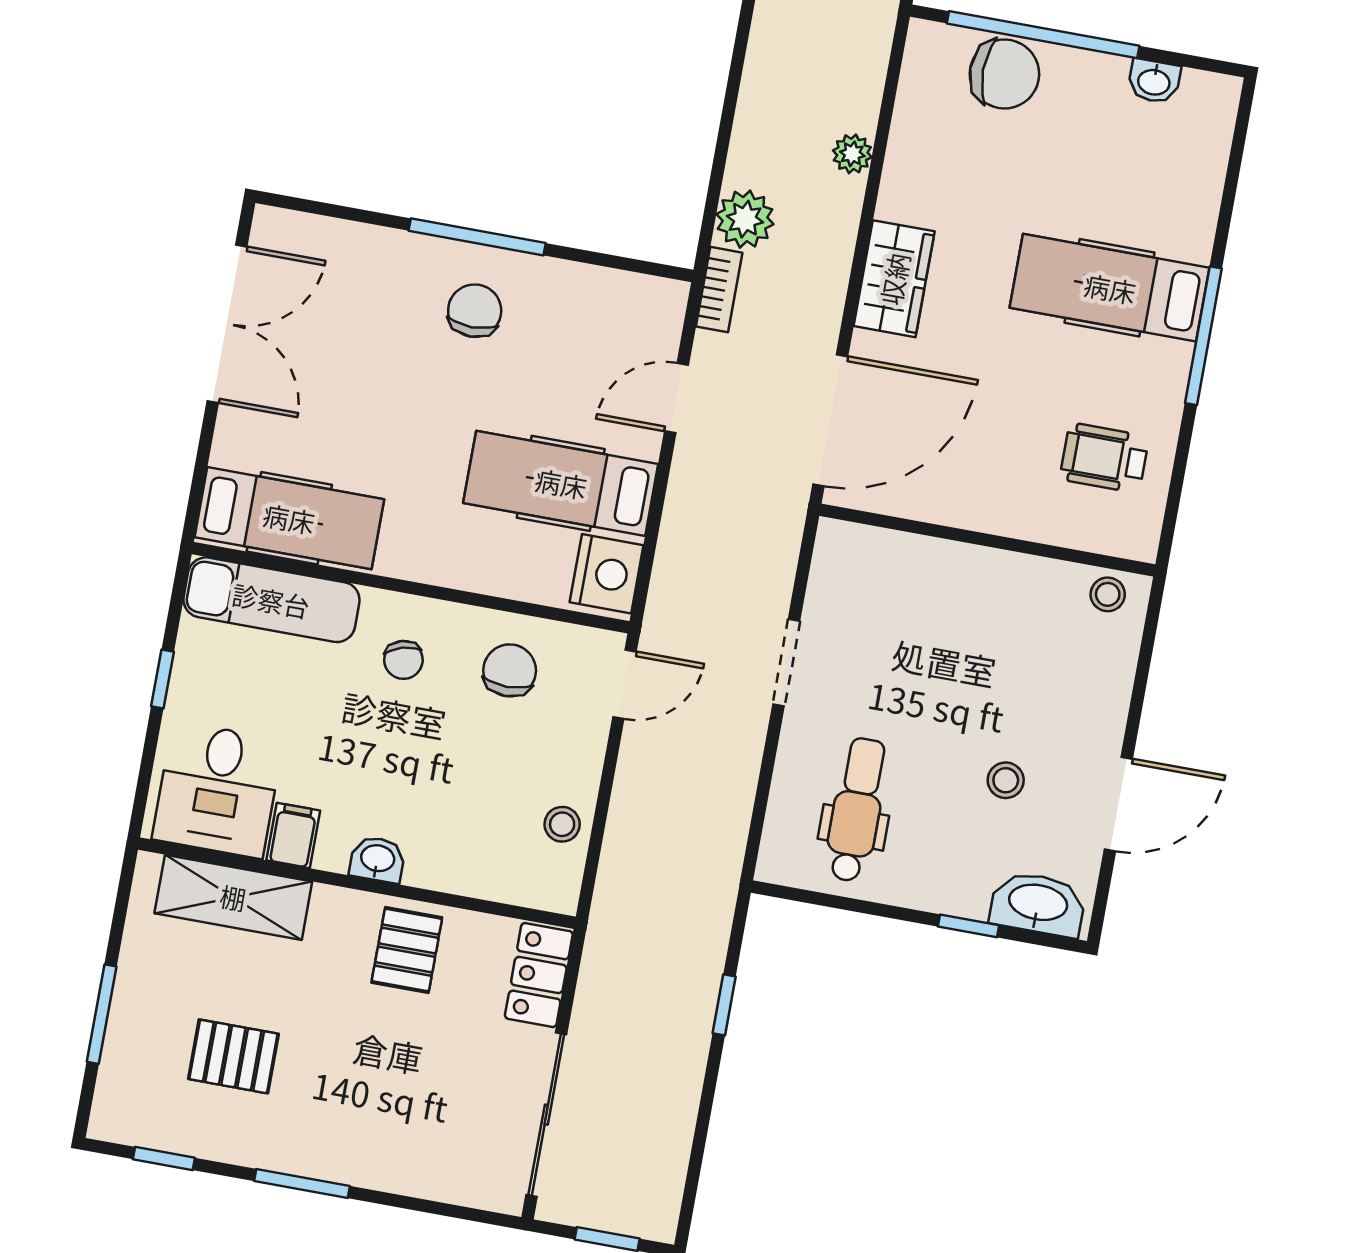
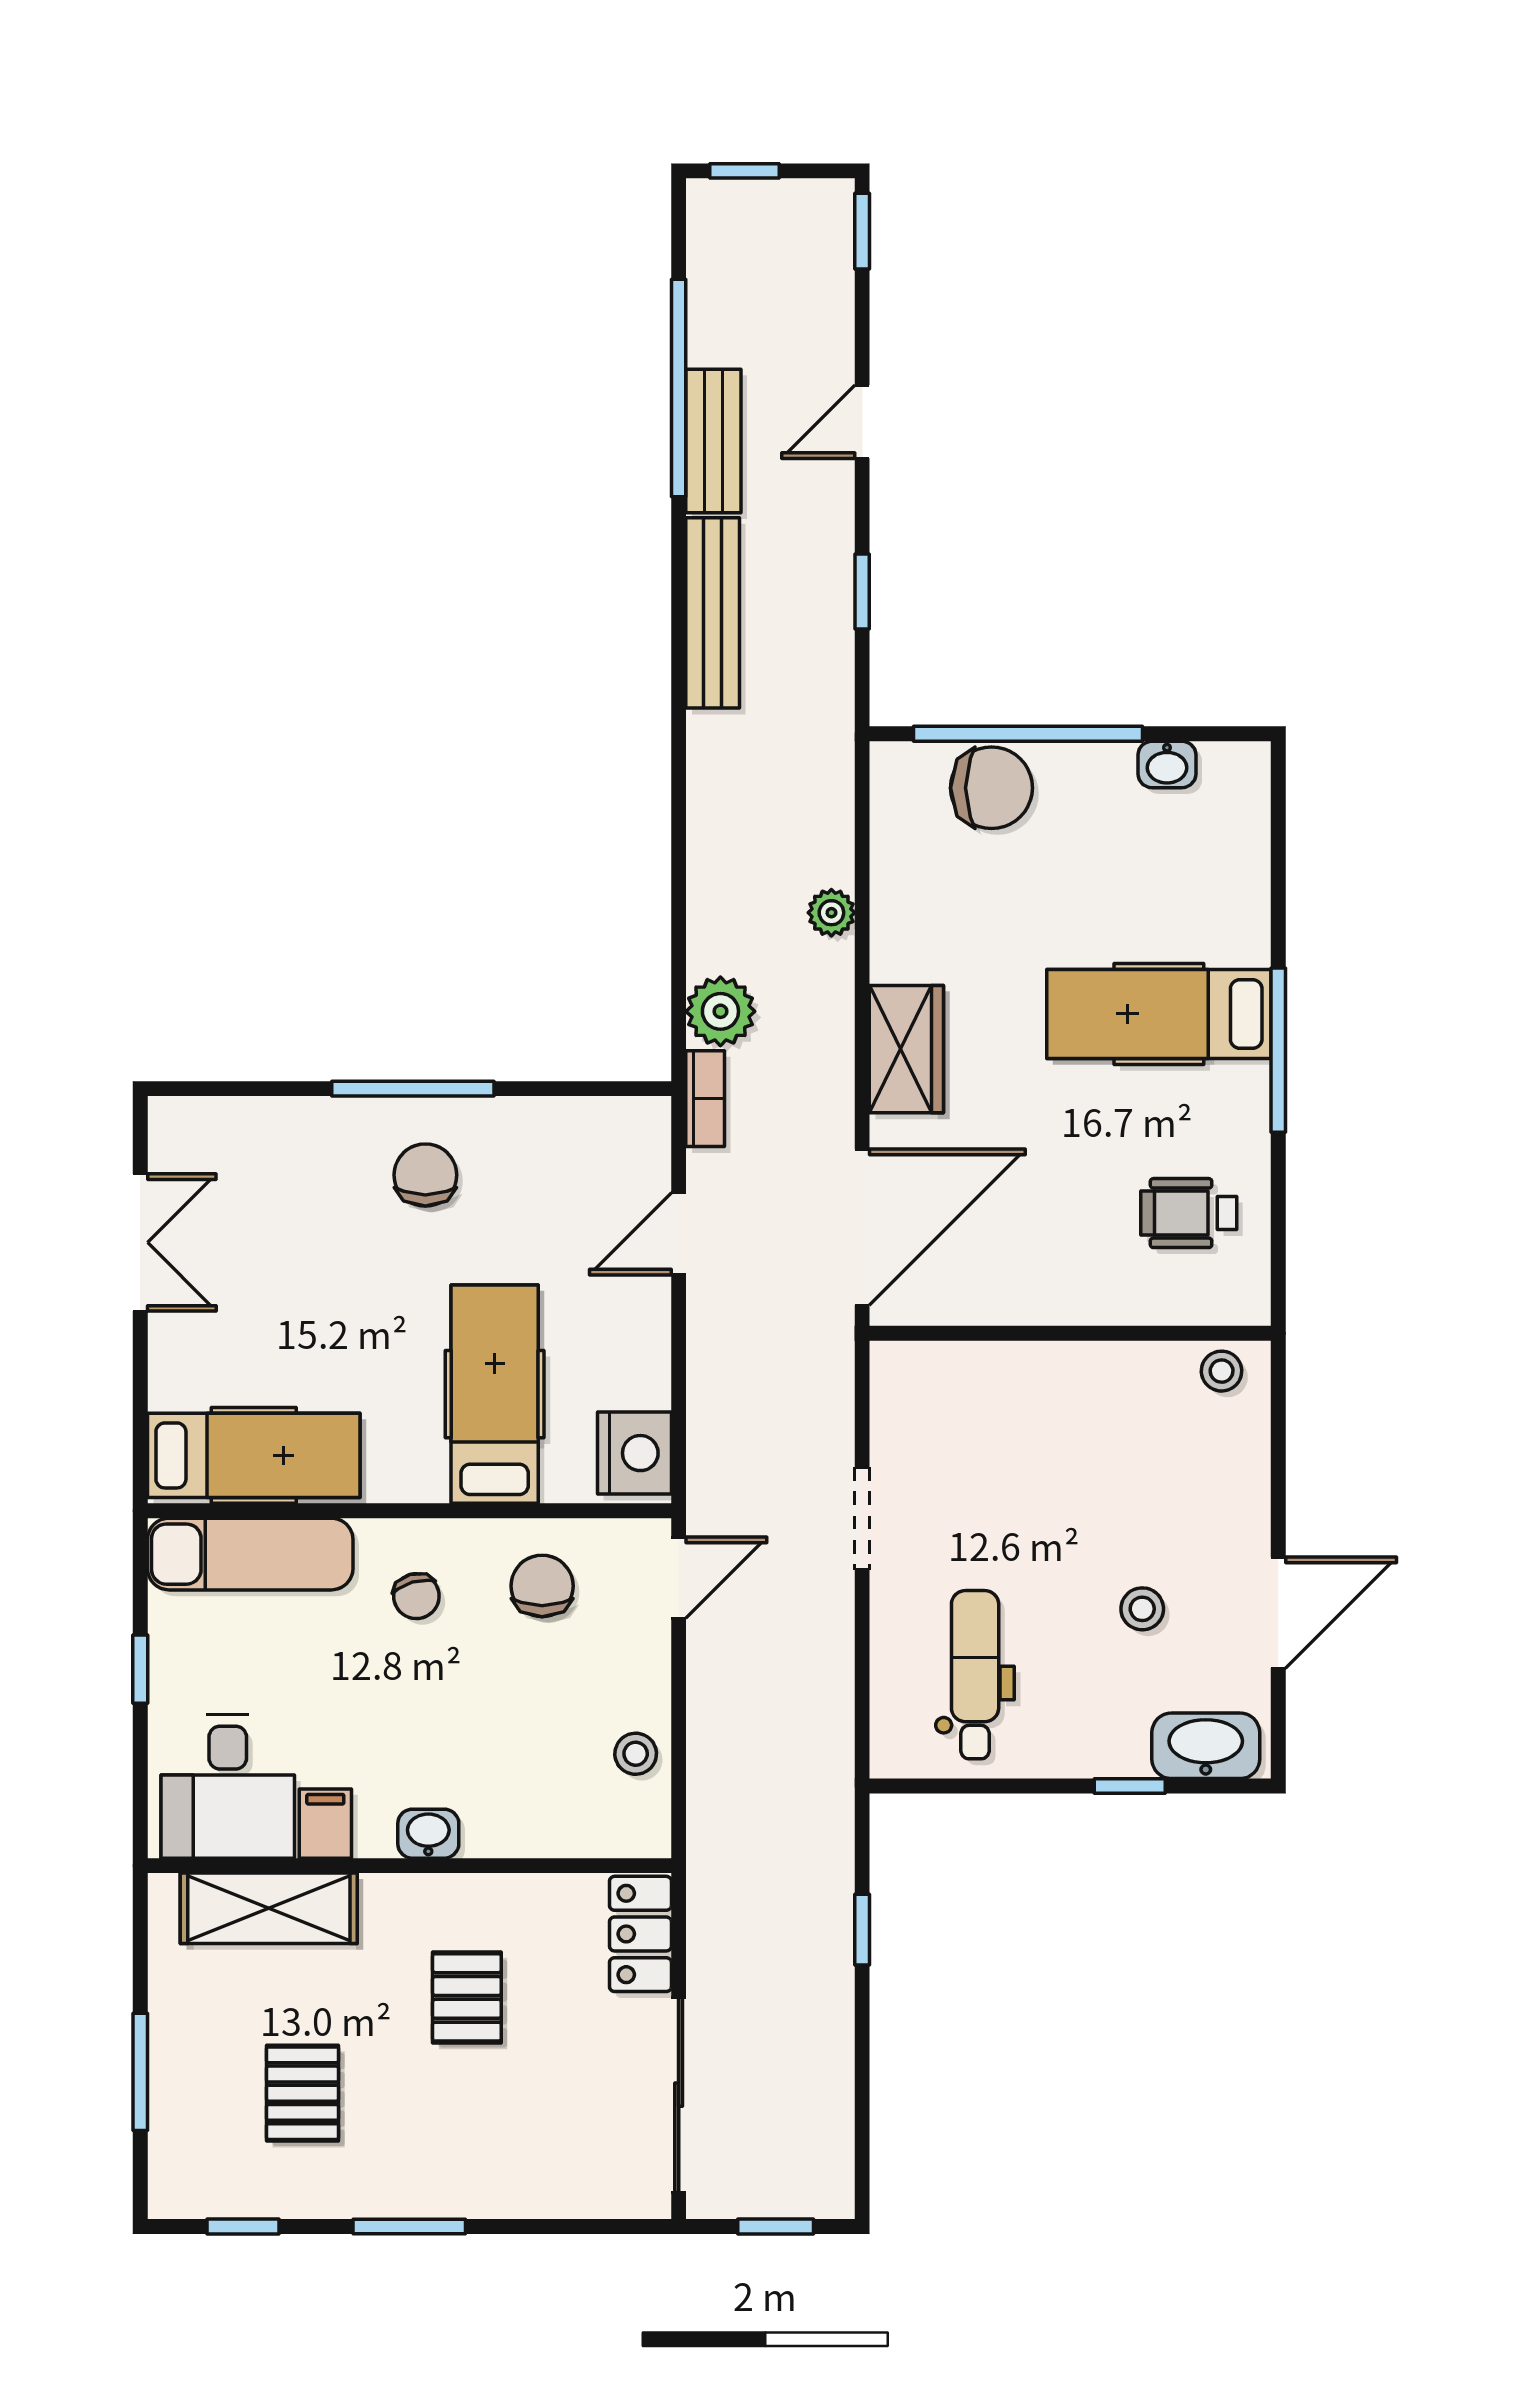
double door: (227, 324) -> (140, 1242), width x0.73
hospital bed: (561, 483) -> (495, 1394), moved, turned 90
pallet: (407, 950) -> (467, 1997), moved
pallet: (233, 1056) -> (302, 2093), turned 90

